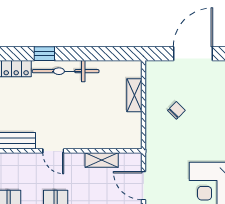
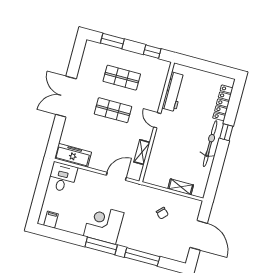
door: (53, 151) -> (157, 120), hinge flipped

